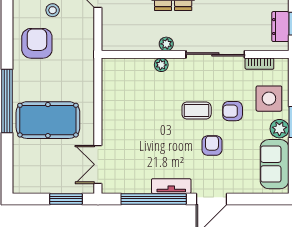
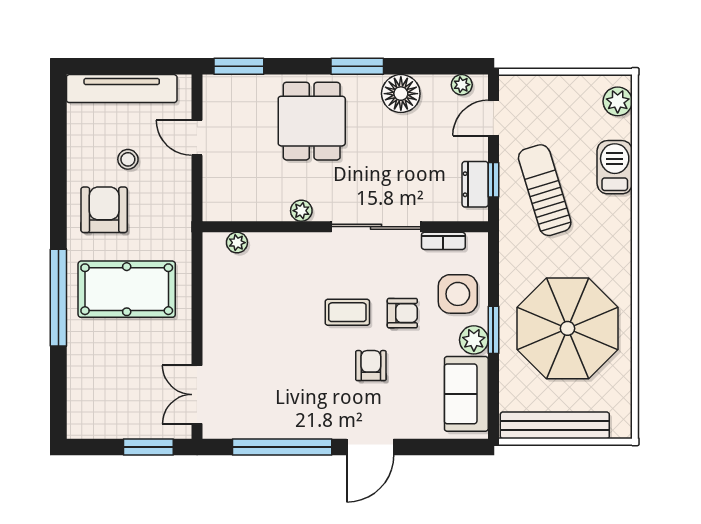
plant: (161, 65) -> (237, 243), moved
armchair: (233, 111) -> (402, 313), turned 180
pool table: (48, 120) -> (127, 289), moved
tv unit: (171, 186) -> (309, 427), removed

